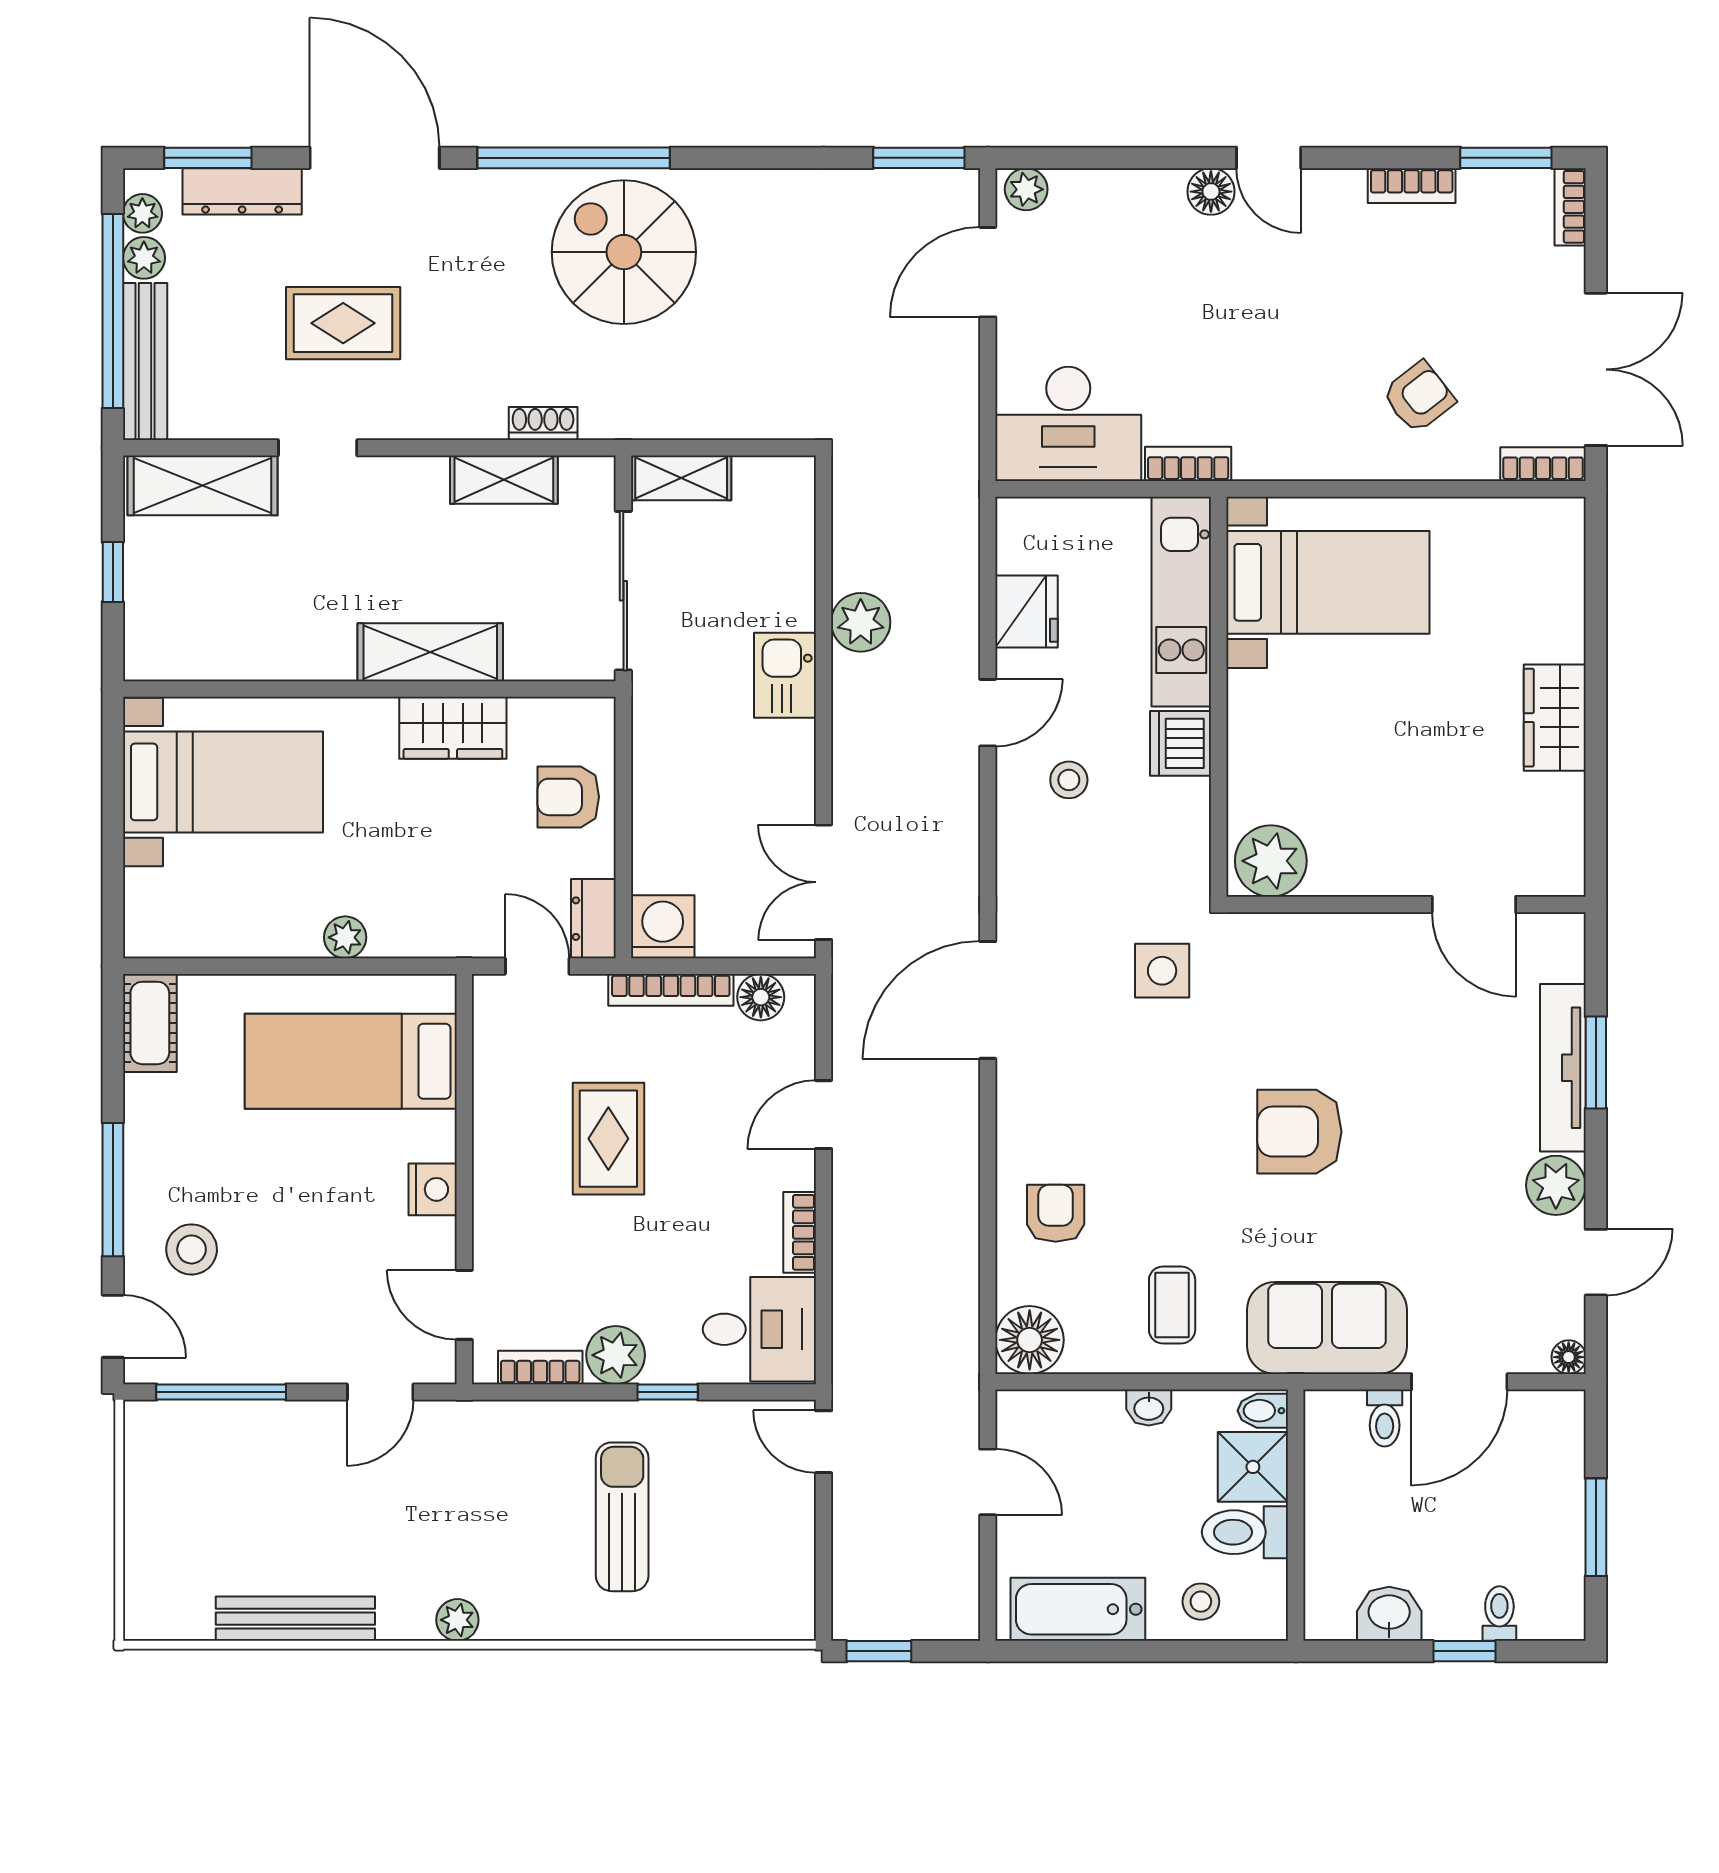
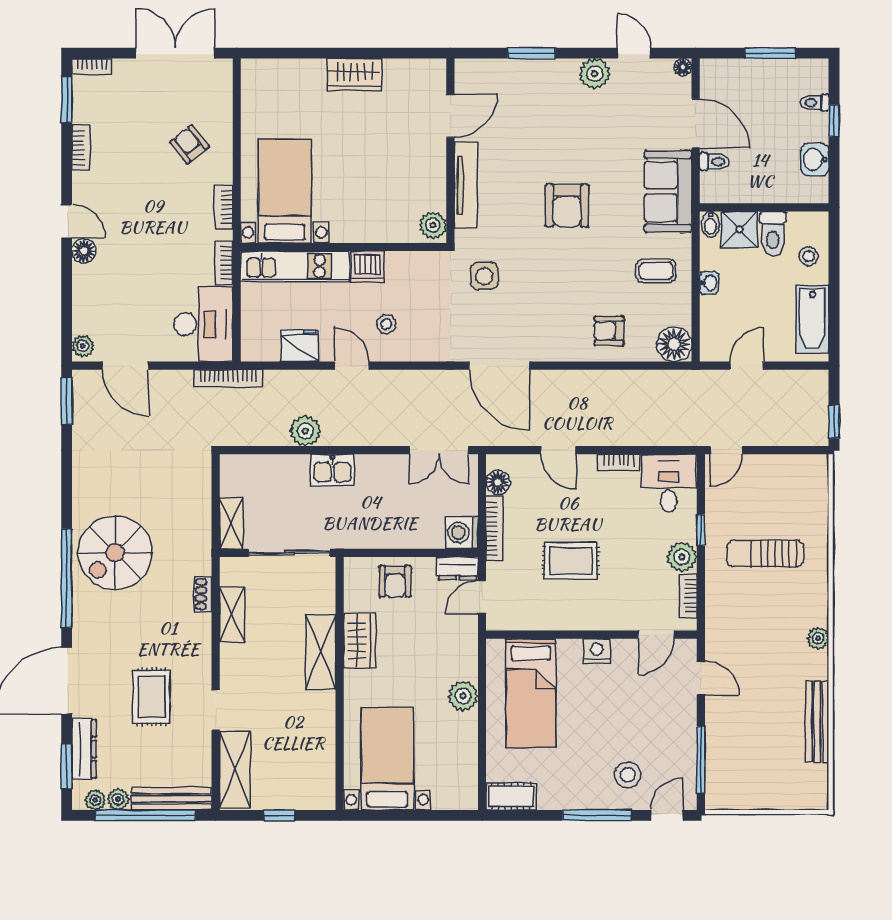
door: (1269, 158) -> (67, 221), hinge flipped
bookcase: (1543, 464) -> (224, 207), moved
bookcase: (963, 472) -> (228, 378), added
plant: (1271, 861) -> (433, 225), width x0.73, depth x0.73
plant: (345, 937) -> (463, 696), width x1.38, depth x1.38
tv unit: (1563, 1068) -> (466, 185), moved, turned -90

